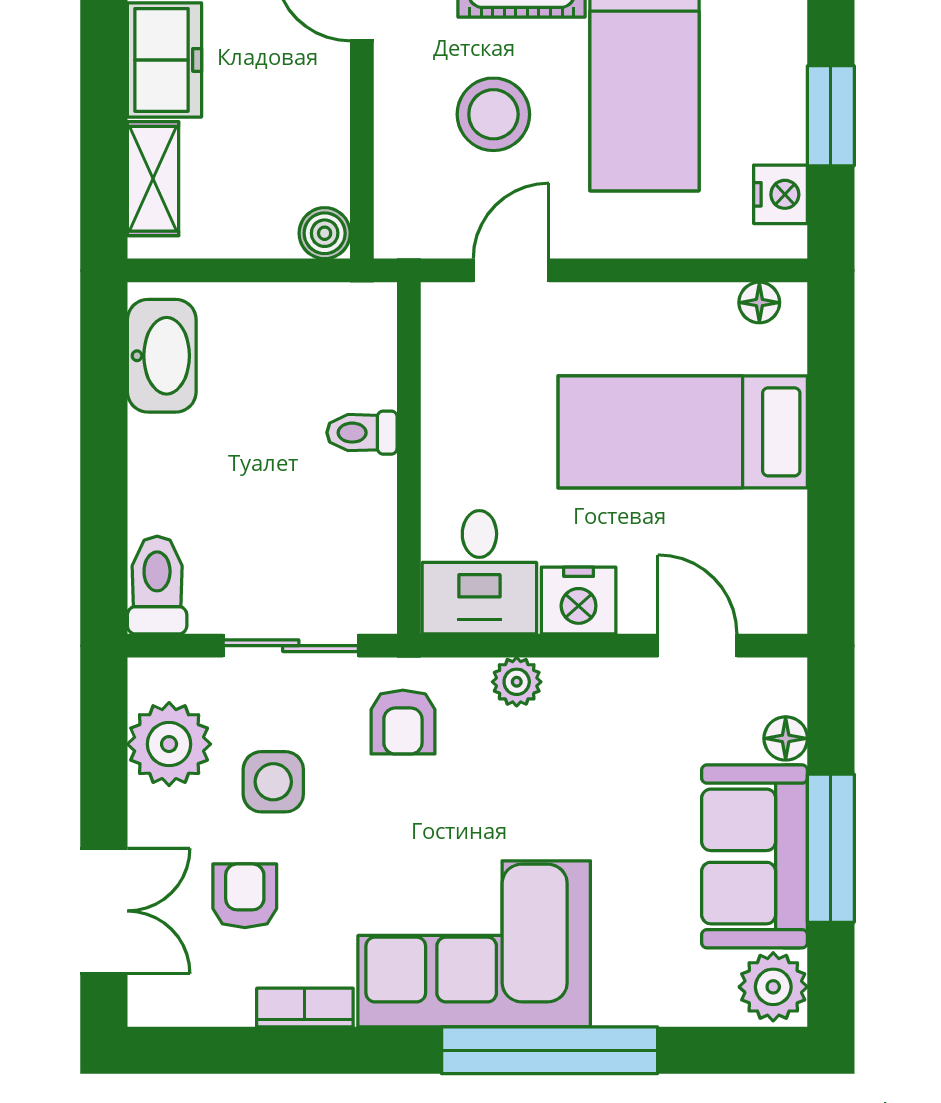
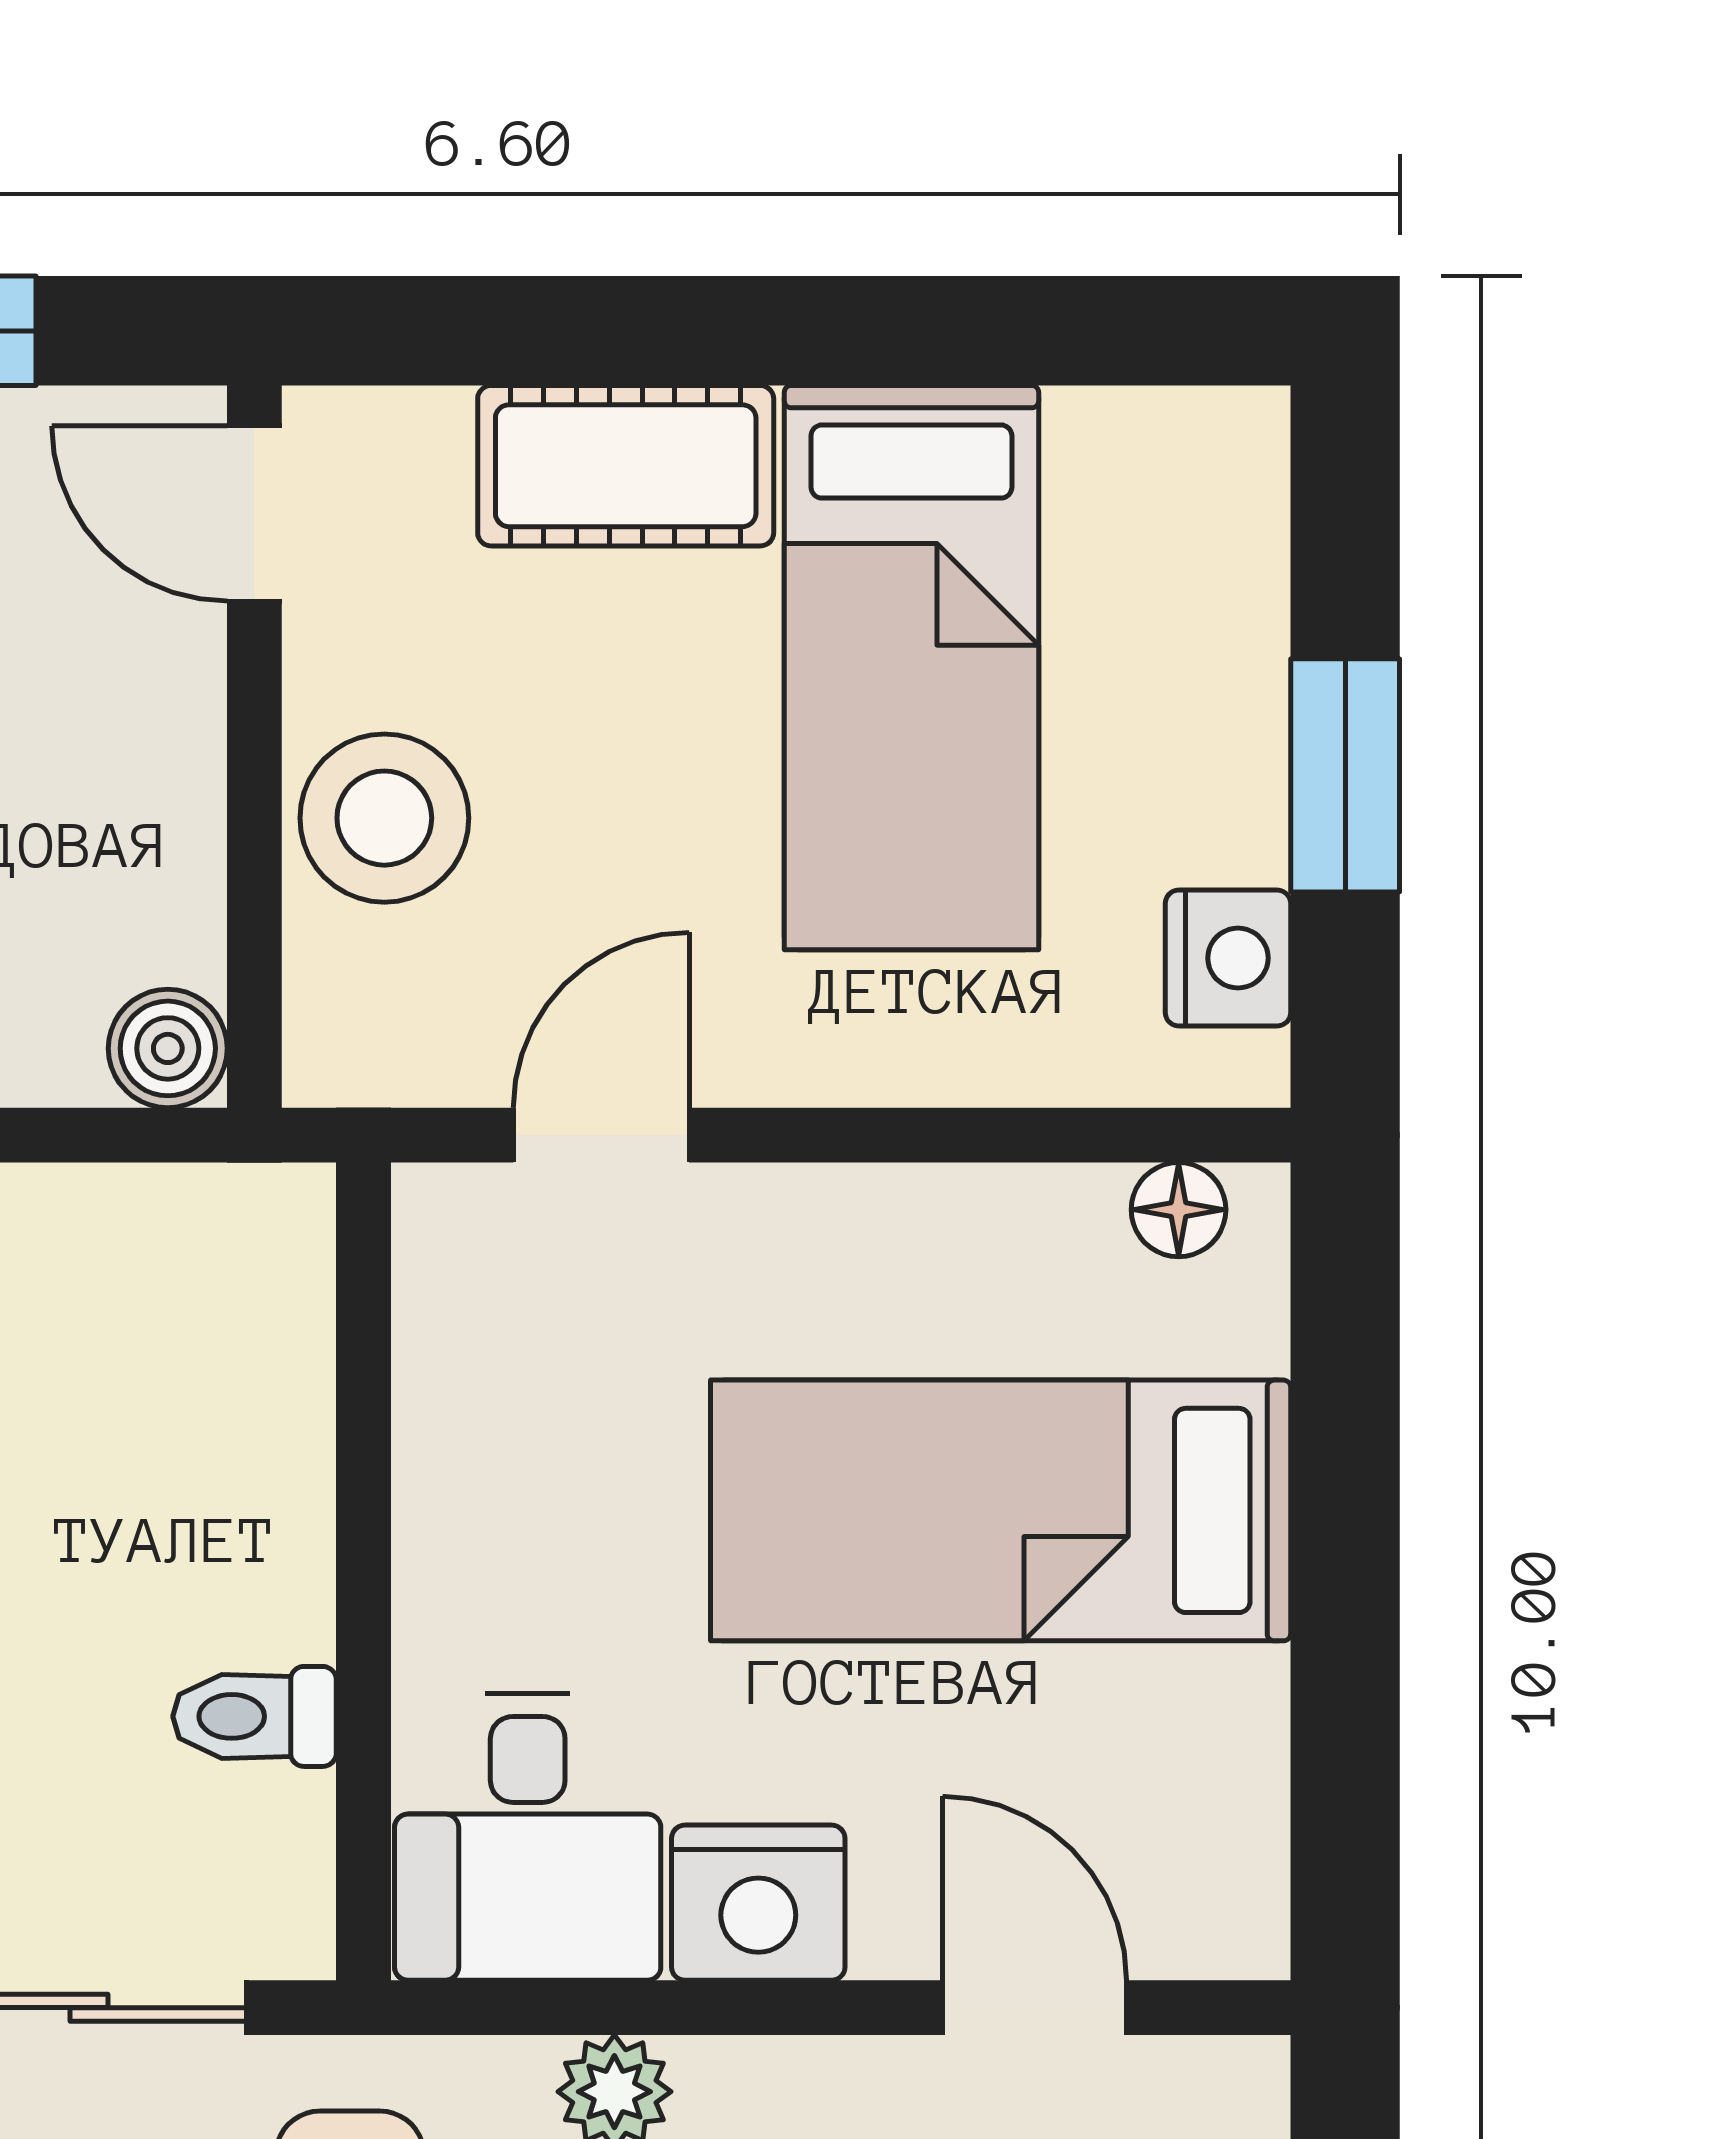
stool: (493, 114) -> (384, 818), moved
toilet: (362, 433) -> (255, 1716), moved

